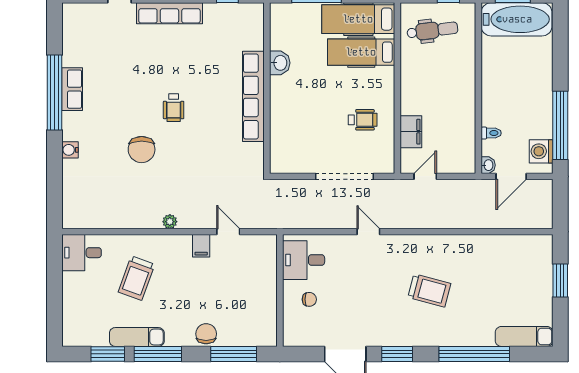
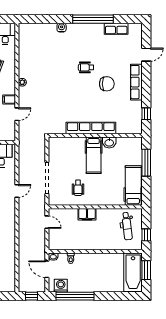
hospital bed: (361, 52) -> (94, 155), moved, turned 180
row of seats: (72, 89) -> (116, 29), moved
wheelchair: (174, 108) -> (86, 67), moved
filing cabinet: (411, 132) -> (87, 214), moved
chair: (142, 150) -> (107, 84), moved, turned 180
window: (560, 205) -> (31, 296), added

